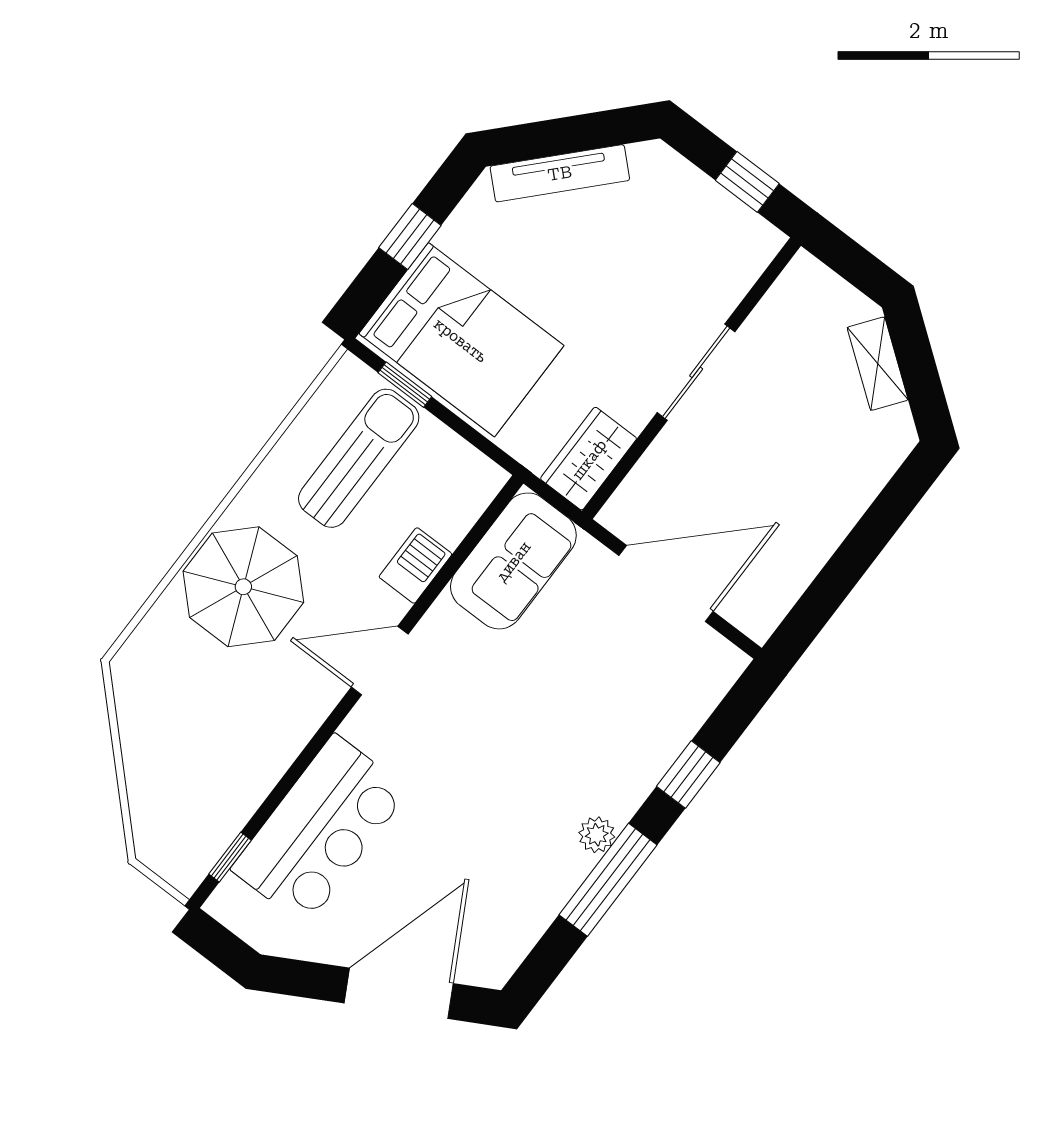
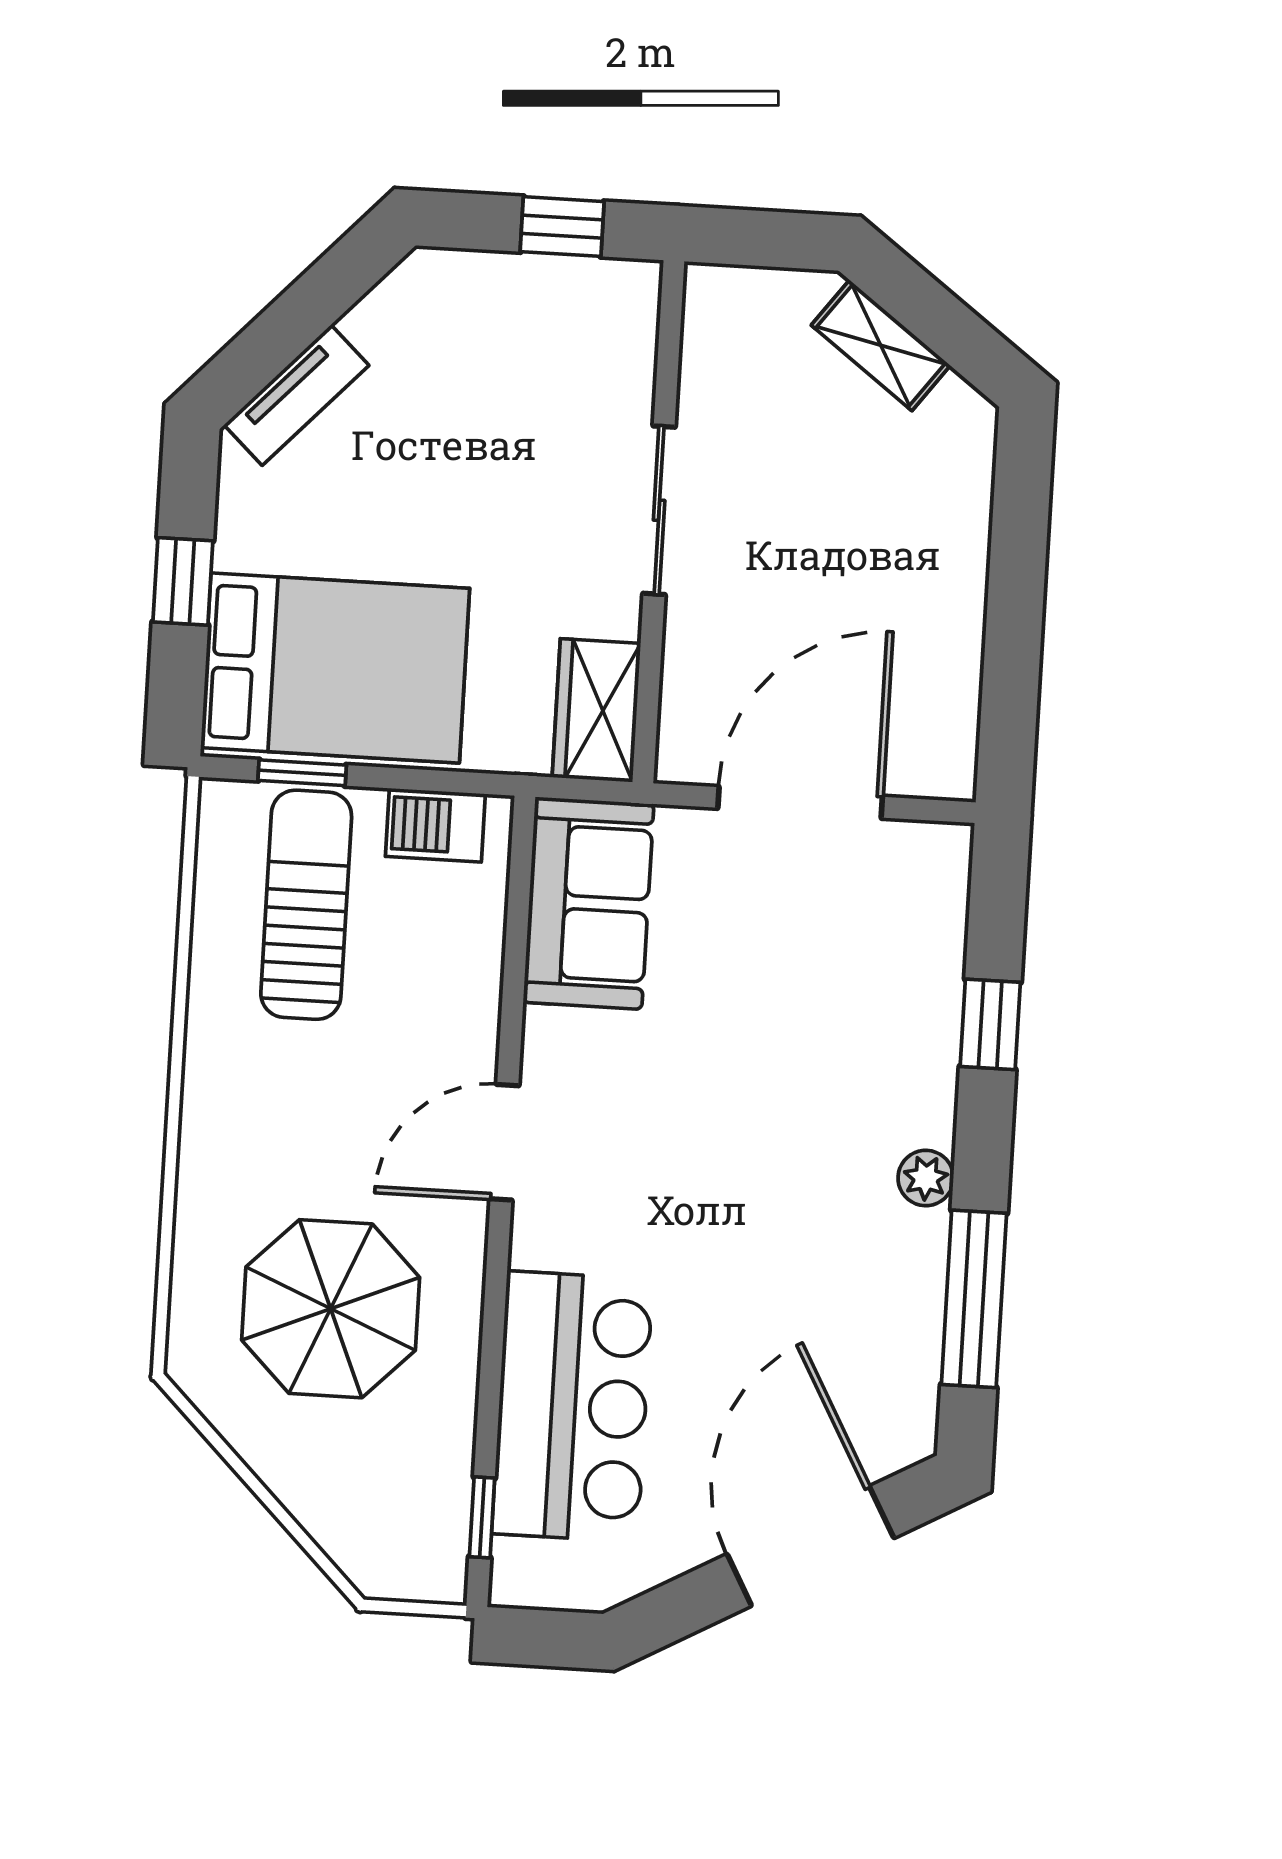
tv unit: (560, 173) -> (297, 395), width x0.71
barbecue: (415, 565) -> (435, 825), moved, turned -90
parasol: (243, 587) -> (331, 1309), moved
window: (608, 880) -> (974, 1299), moved

